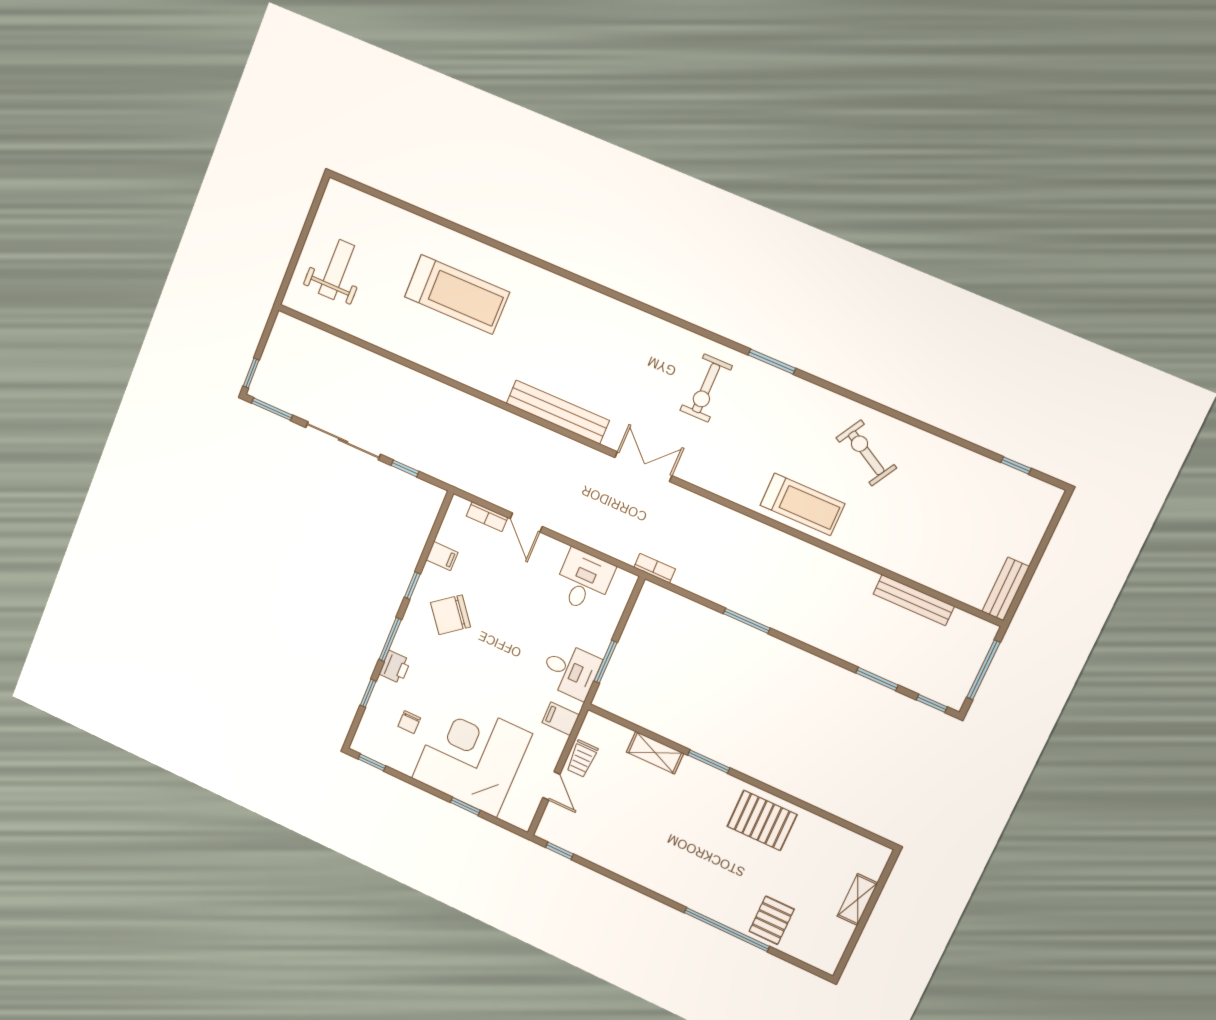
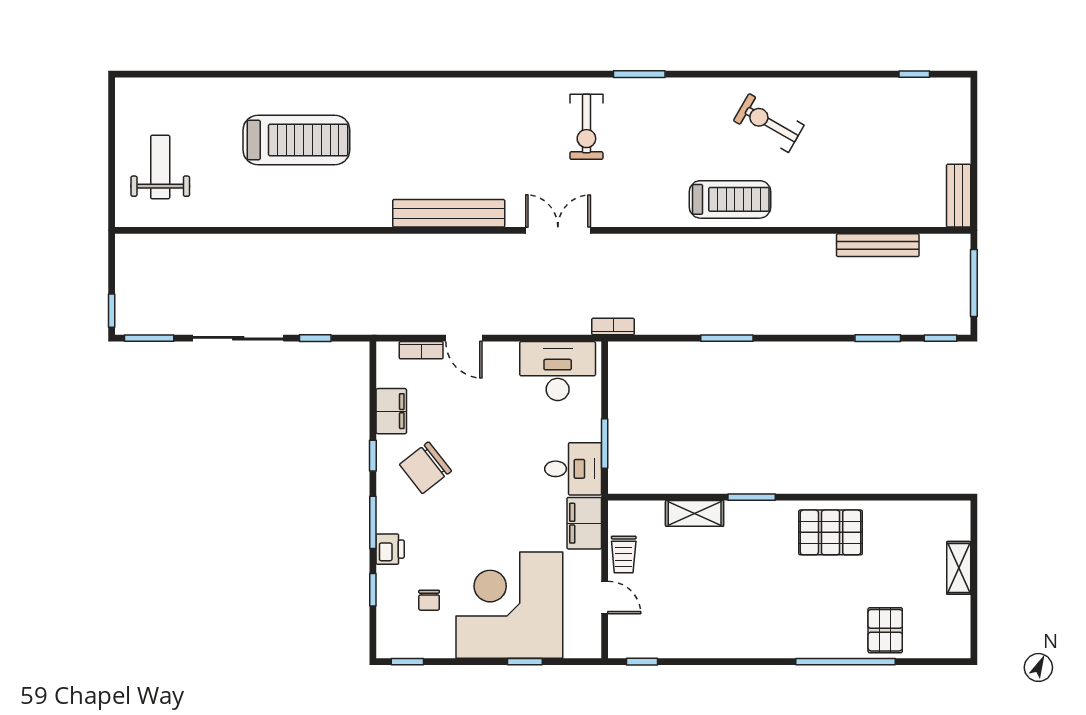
filing cabinet: (442, 556) -> (391, 411), width x2.00
desk: (584, 581) -> (558, 371), width x1.37
filing cabinet: (561, 719) -> (584, 523), width x2.00

